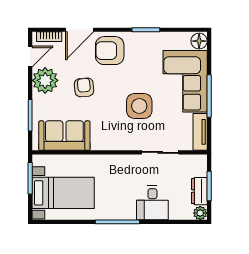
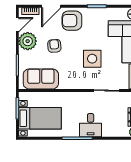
desk: (152, 203) -> (91, 125), moved

